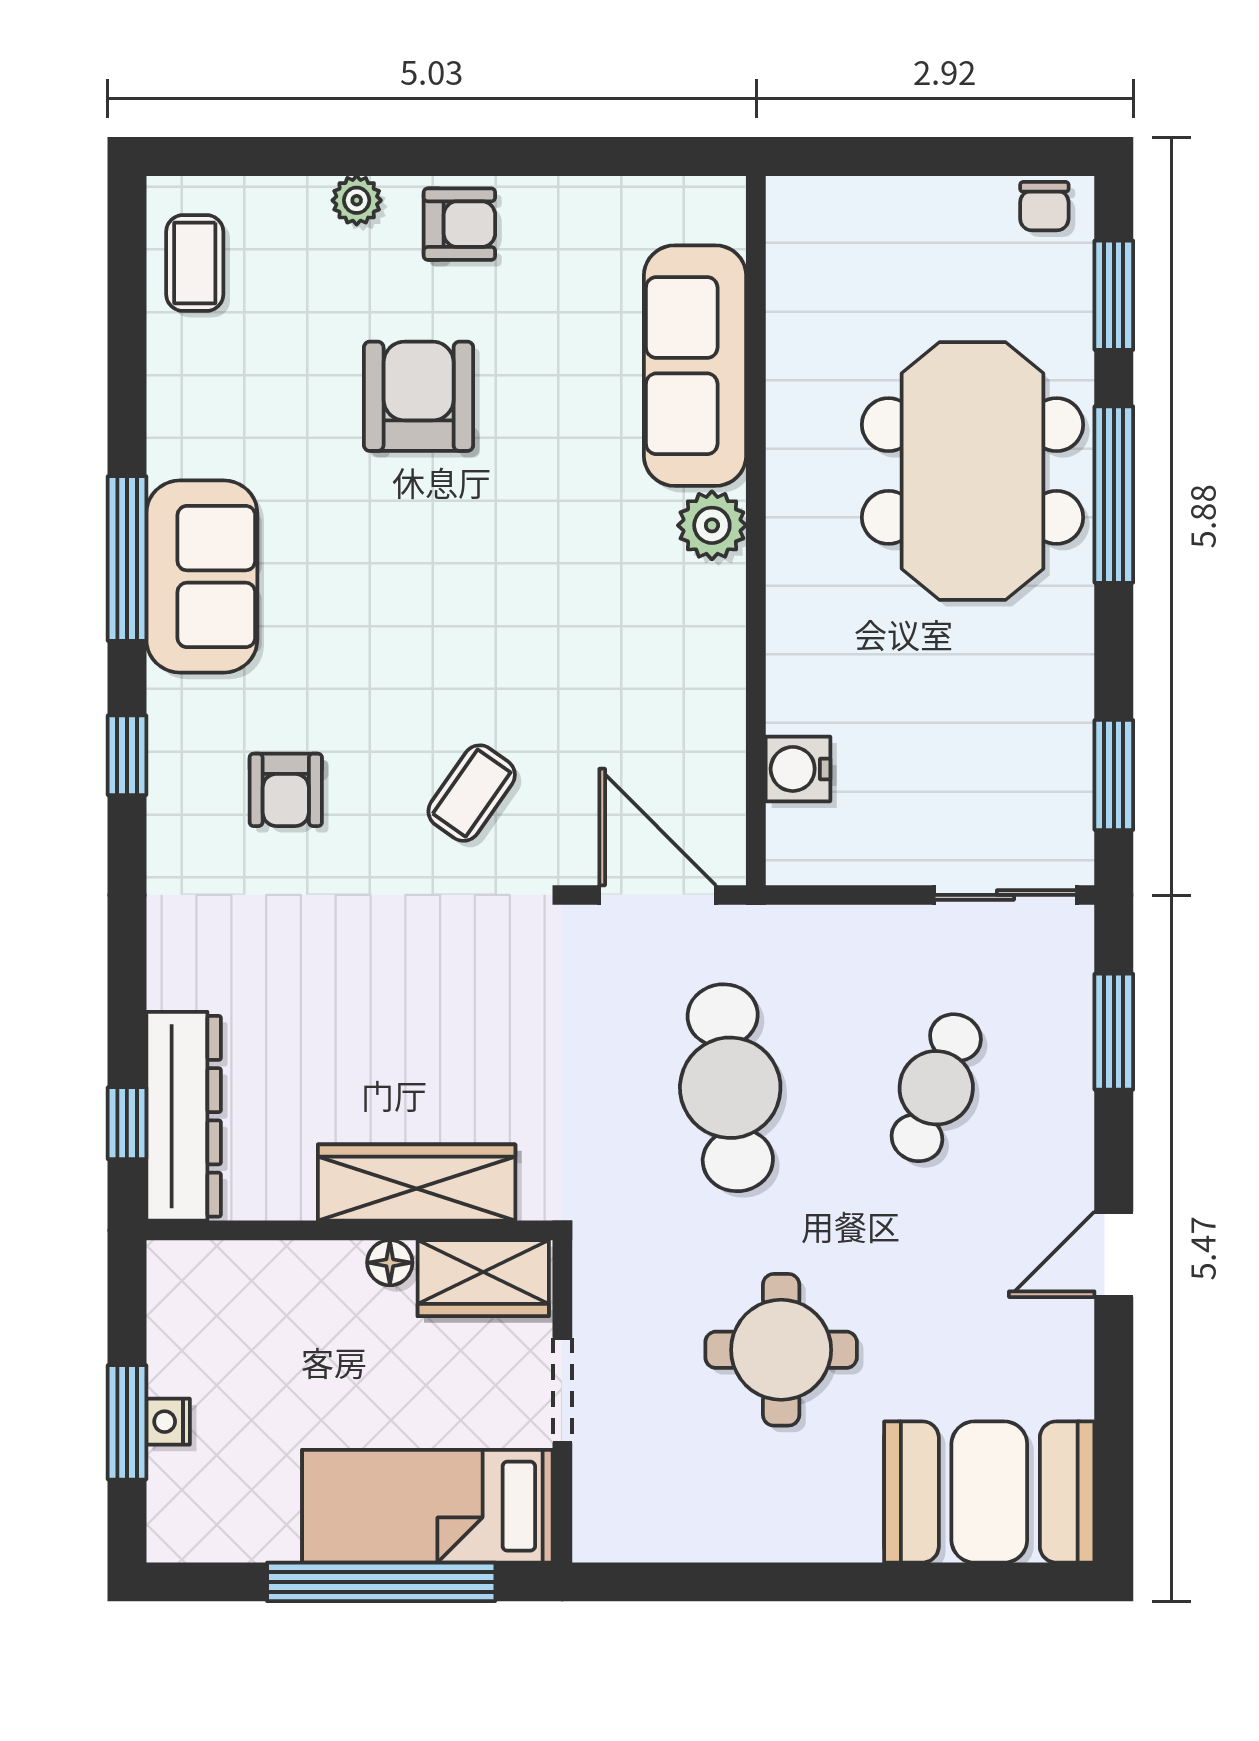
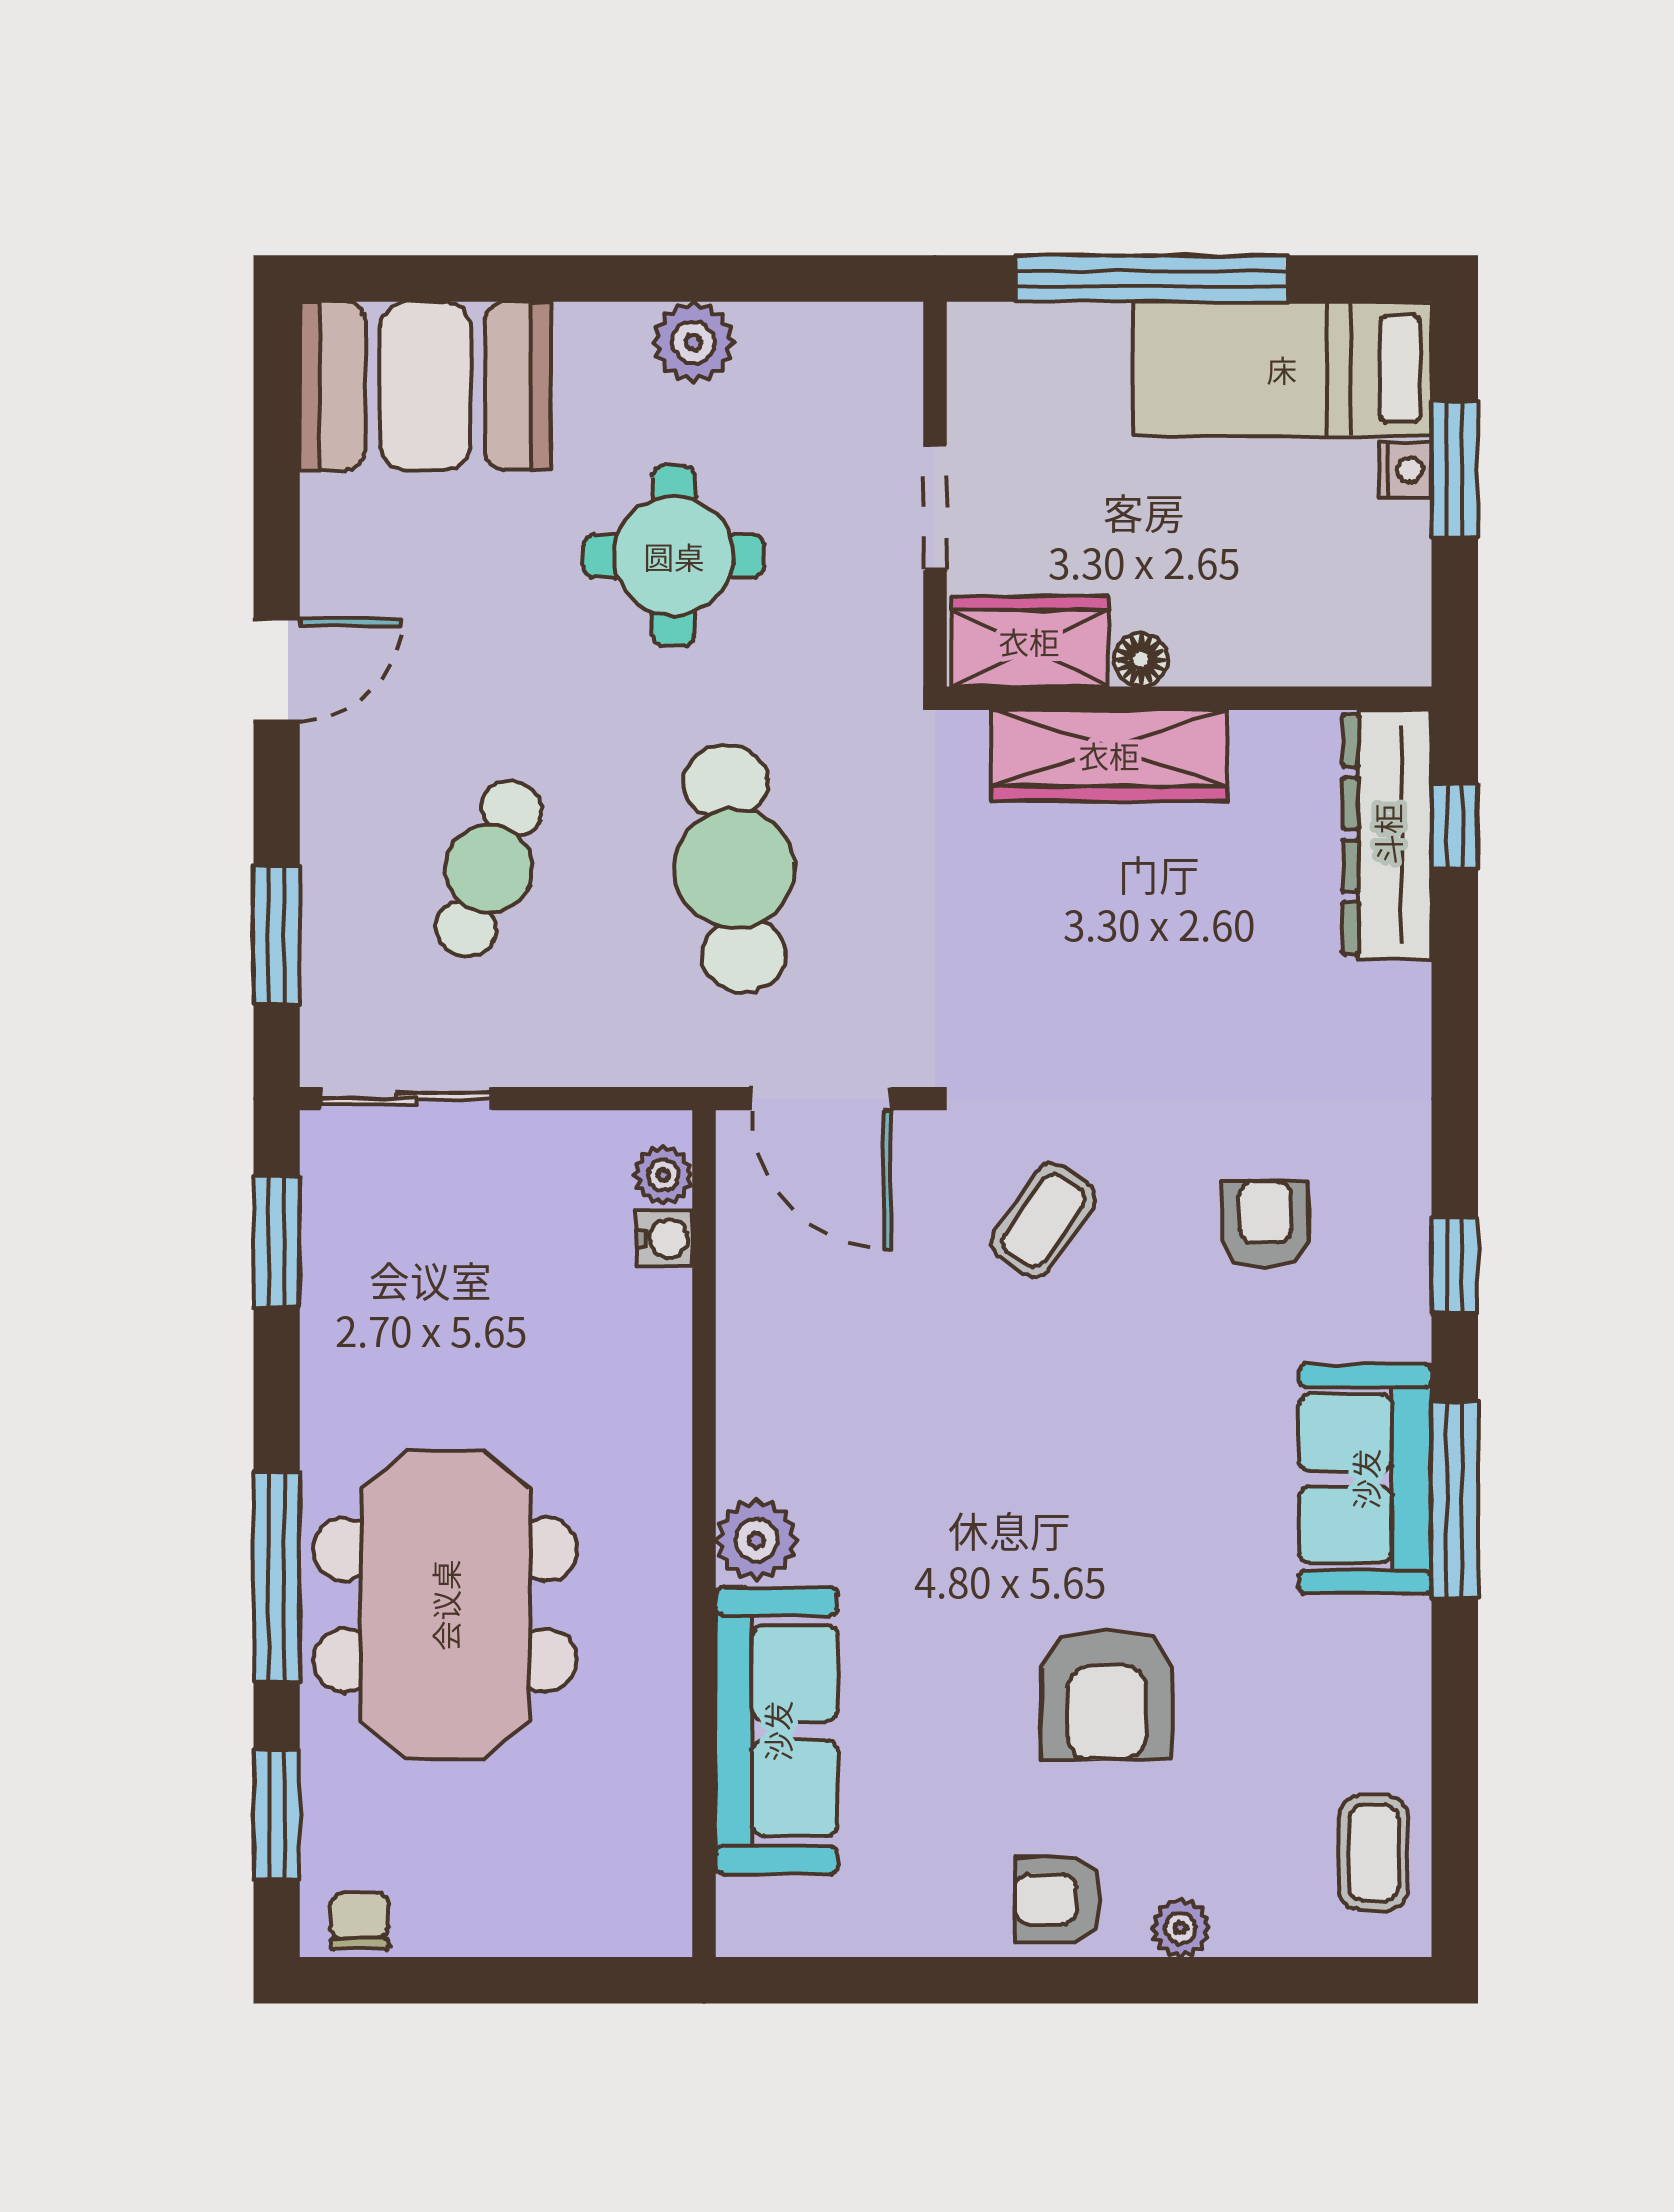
water cooler: (798, 769) -> (664, 1238), width x0.72, depth x0.72
plant: (790, 831) -> (663, 1175), added
bed: (427, 1506) -> (1282, 369), moved, turned 180
plant: (765, 1528) -> (693, 342), added

